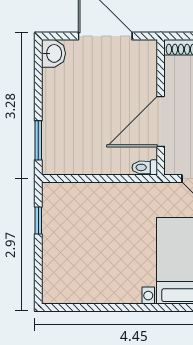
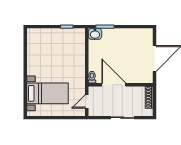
washbasin: (53, 53) -> (95, 34), moved

